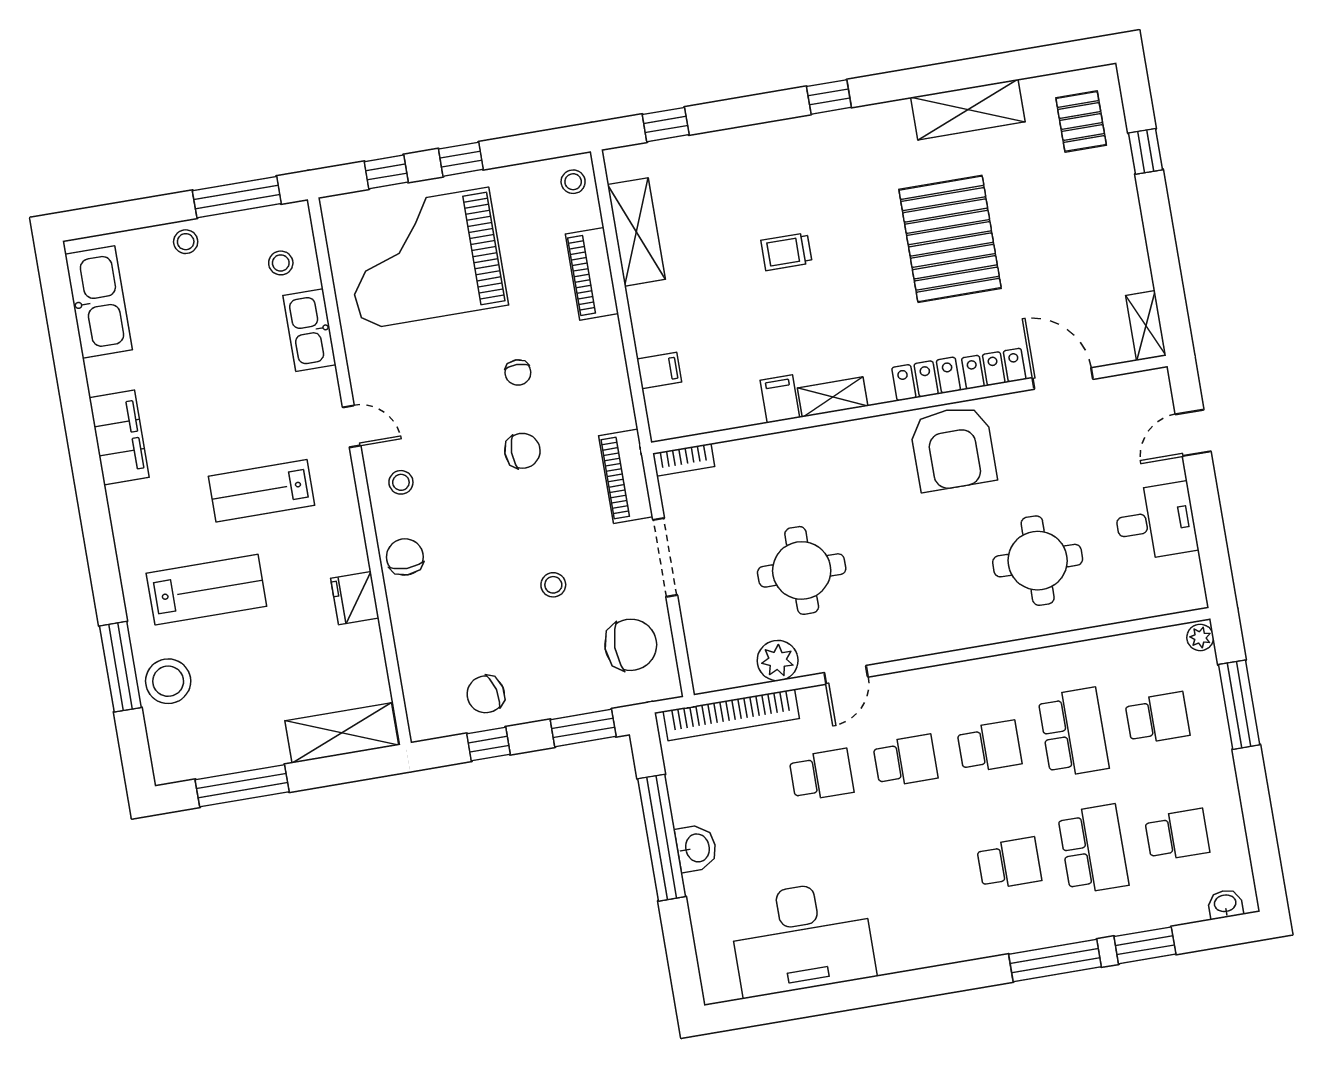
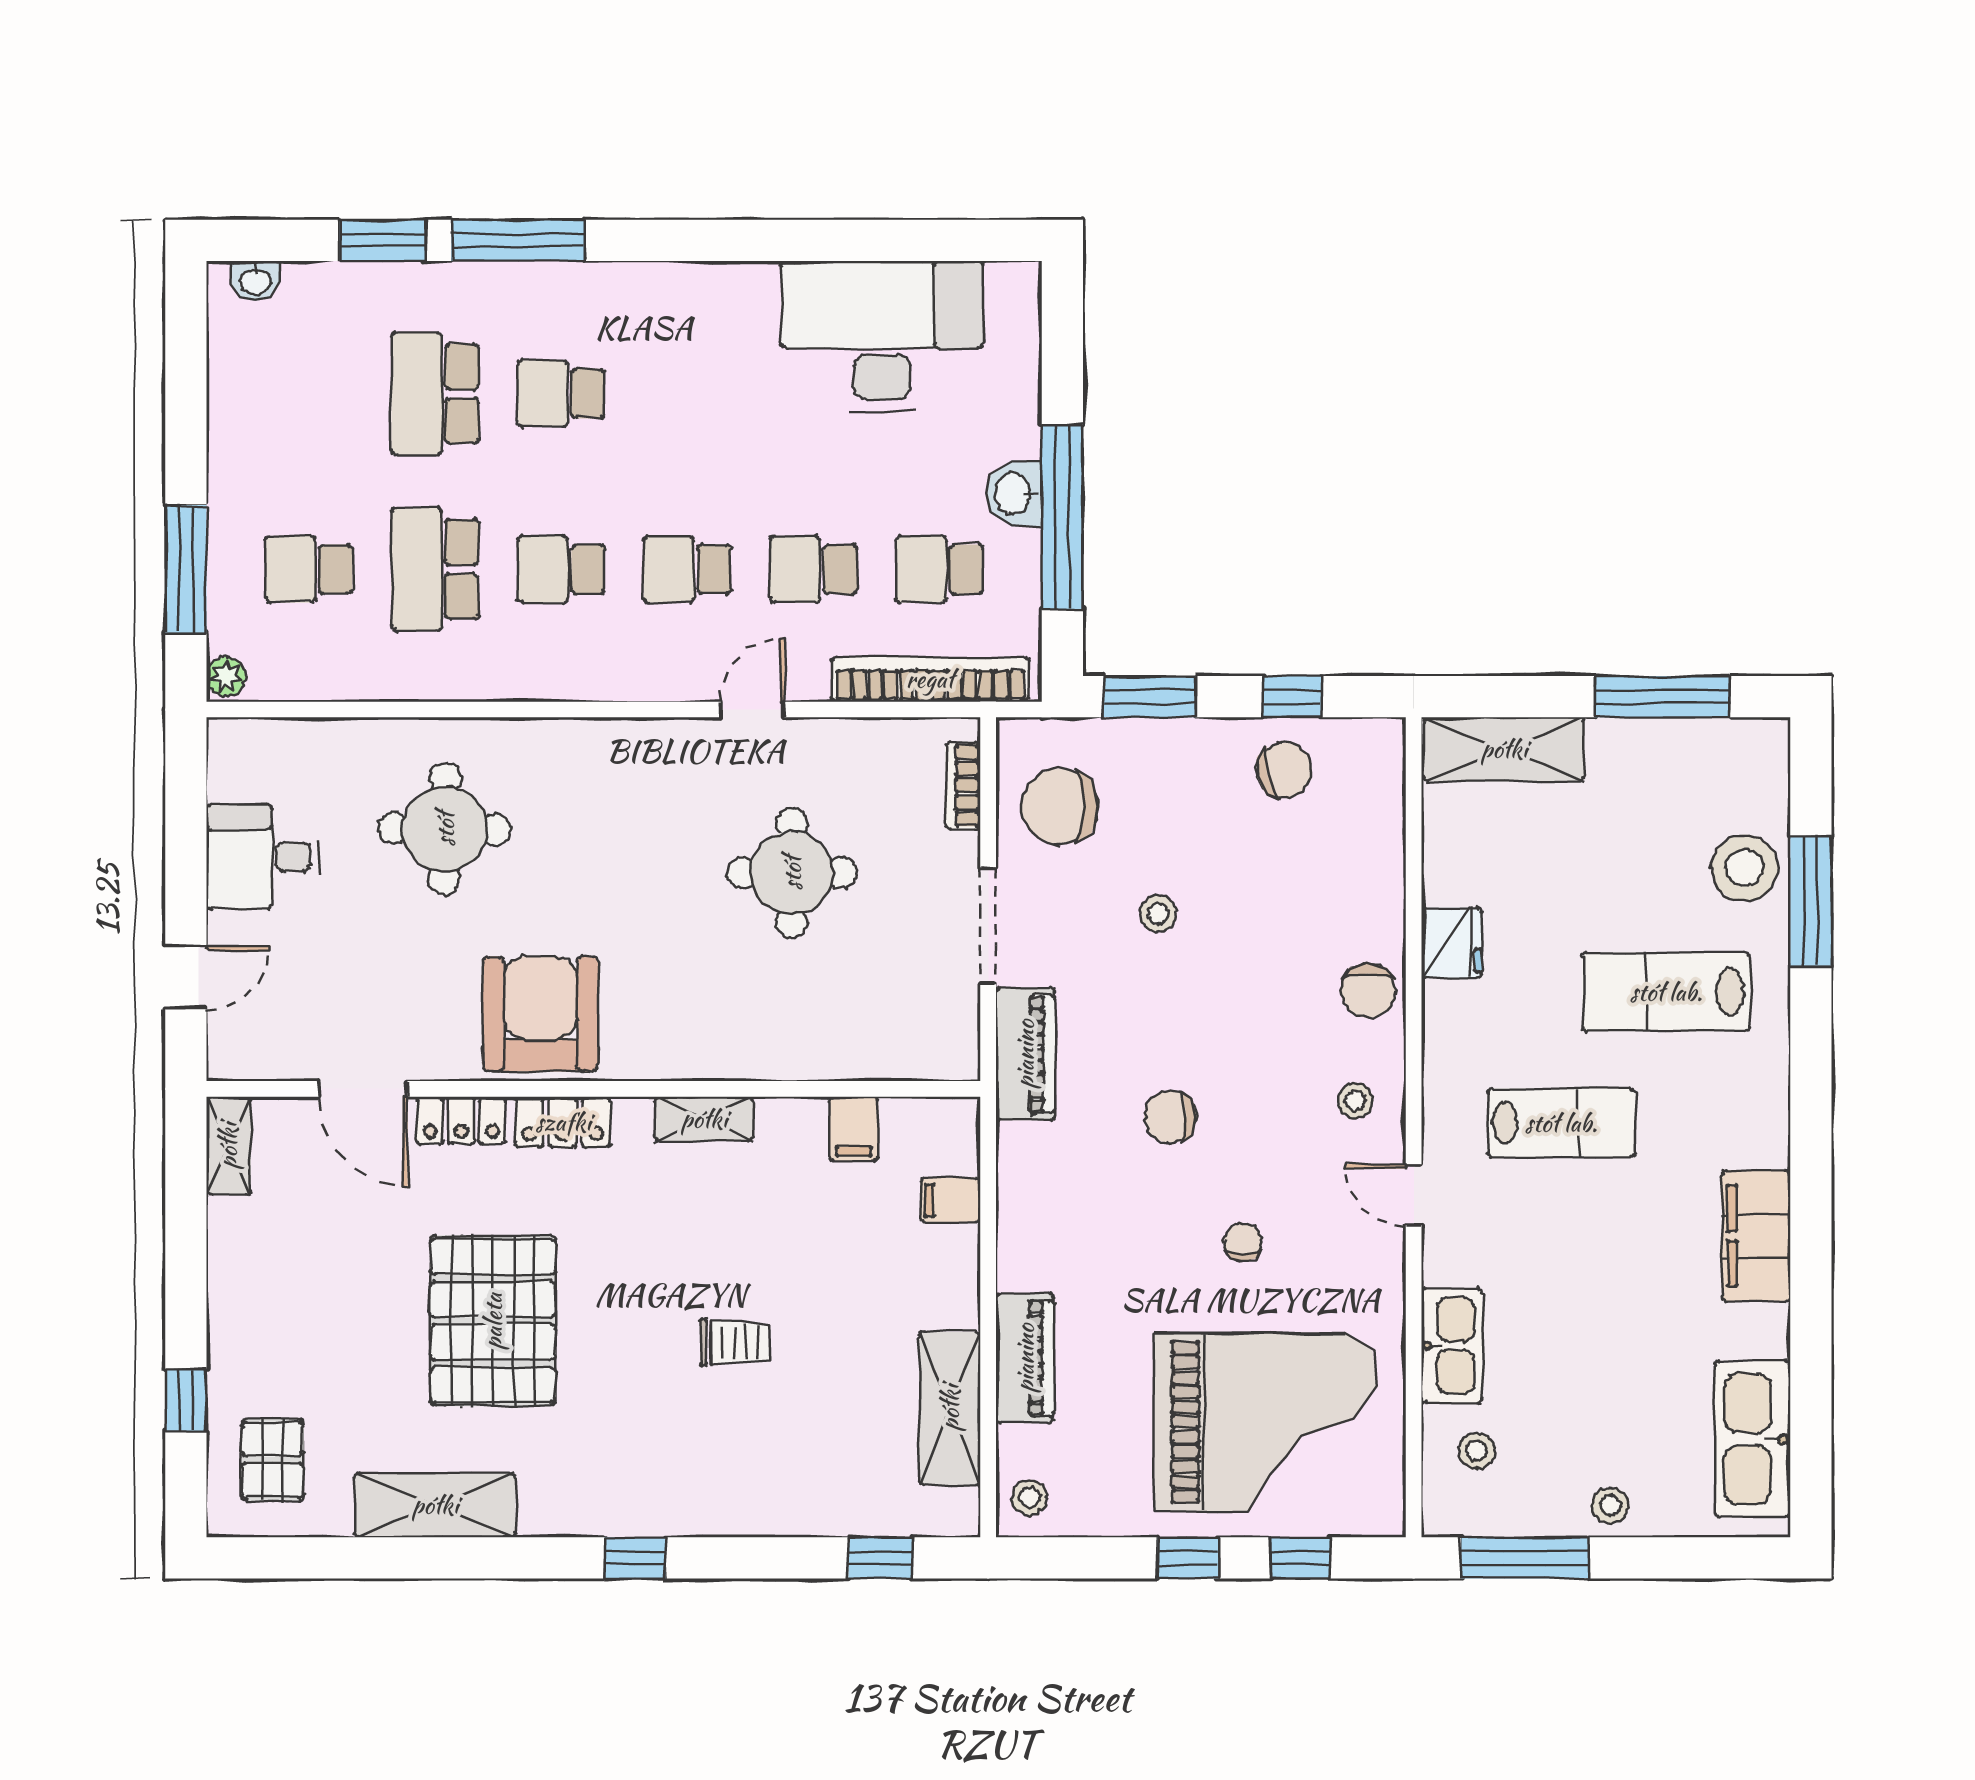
chair: (518, 373) -> (1243, 1243), moved
filing cabinet: (780, 399) -> (854, 1129), moved
bookcase: (684, 460) -> (963, 786), moved, turned -90
plant: (778, 661) -> (849, 747), removed
school desk: (1177, 835) -> (939, 569), moved

